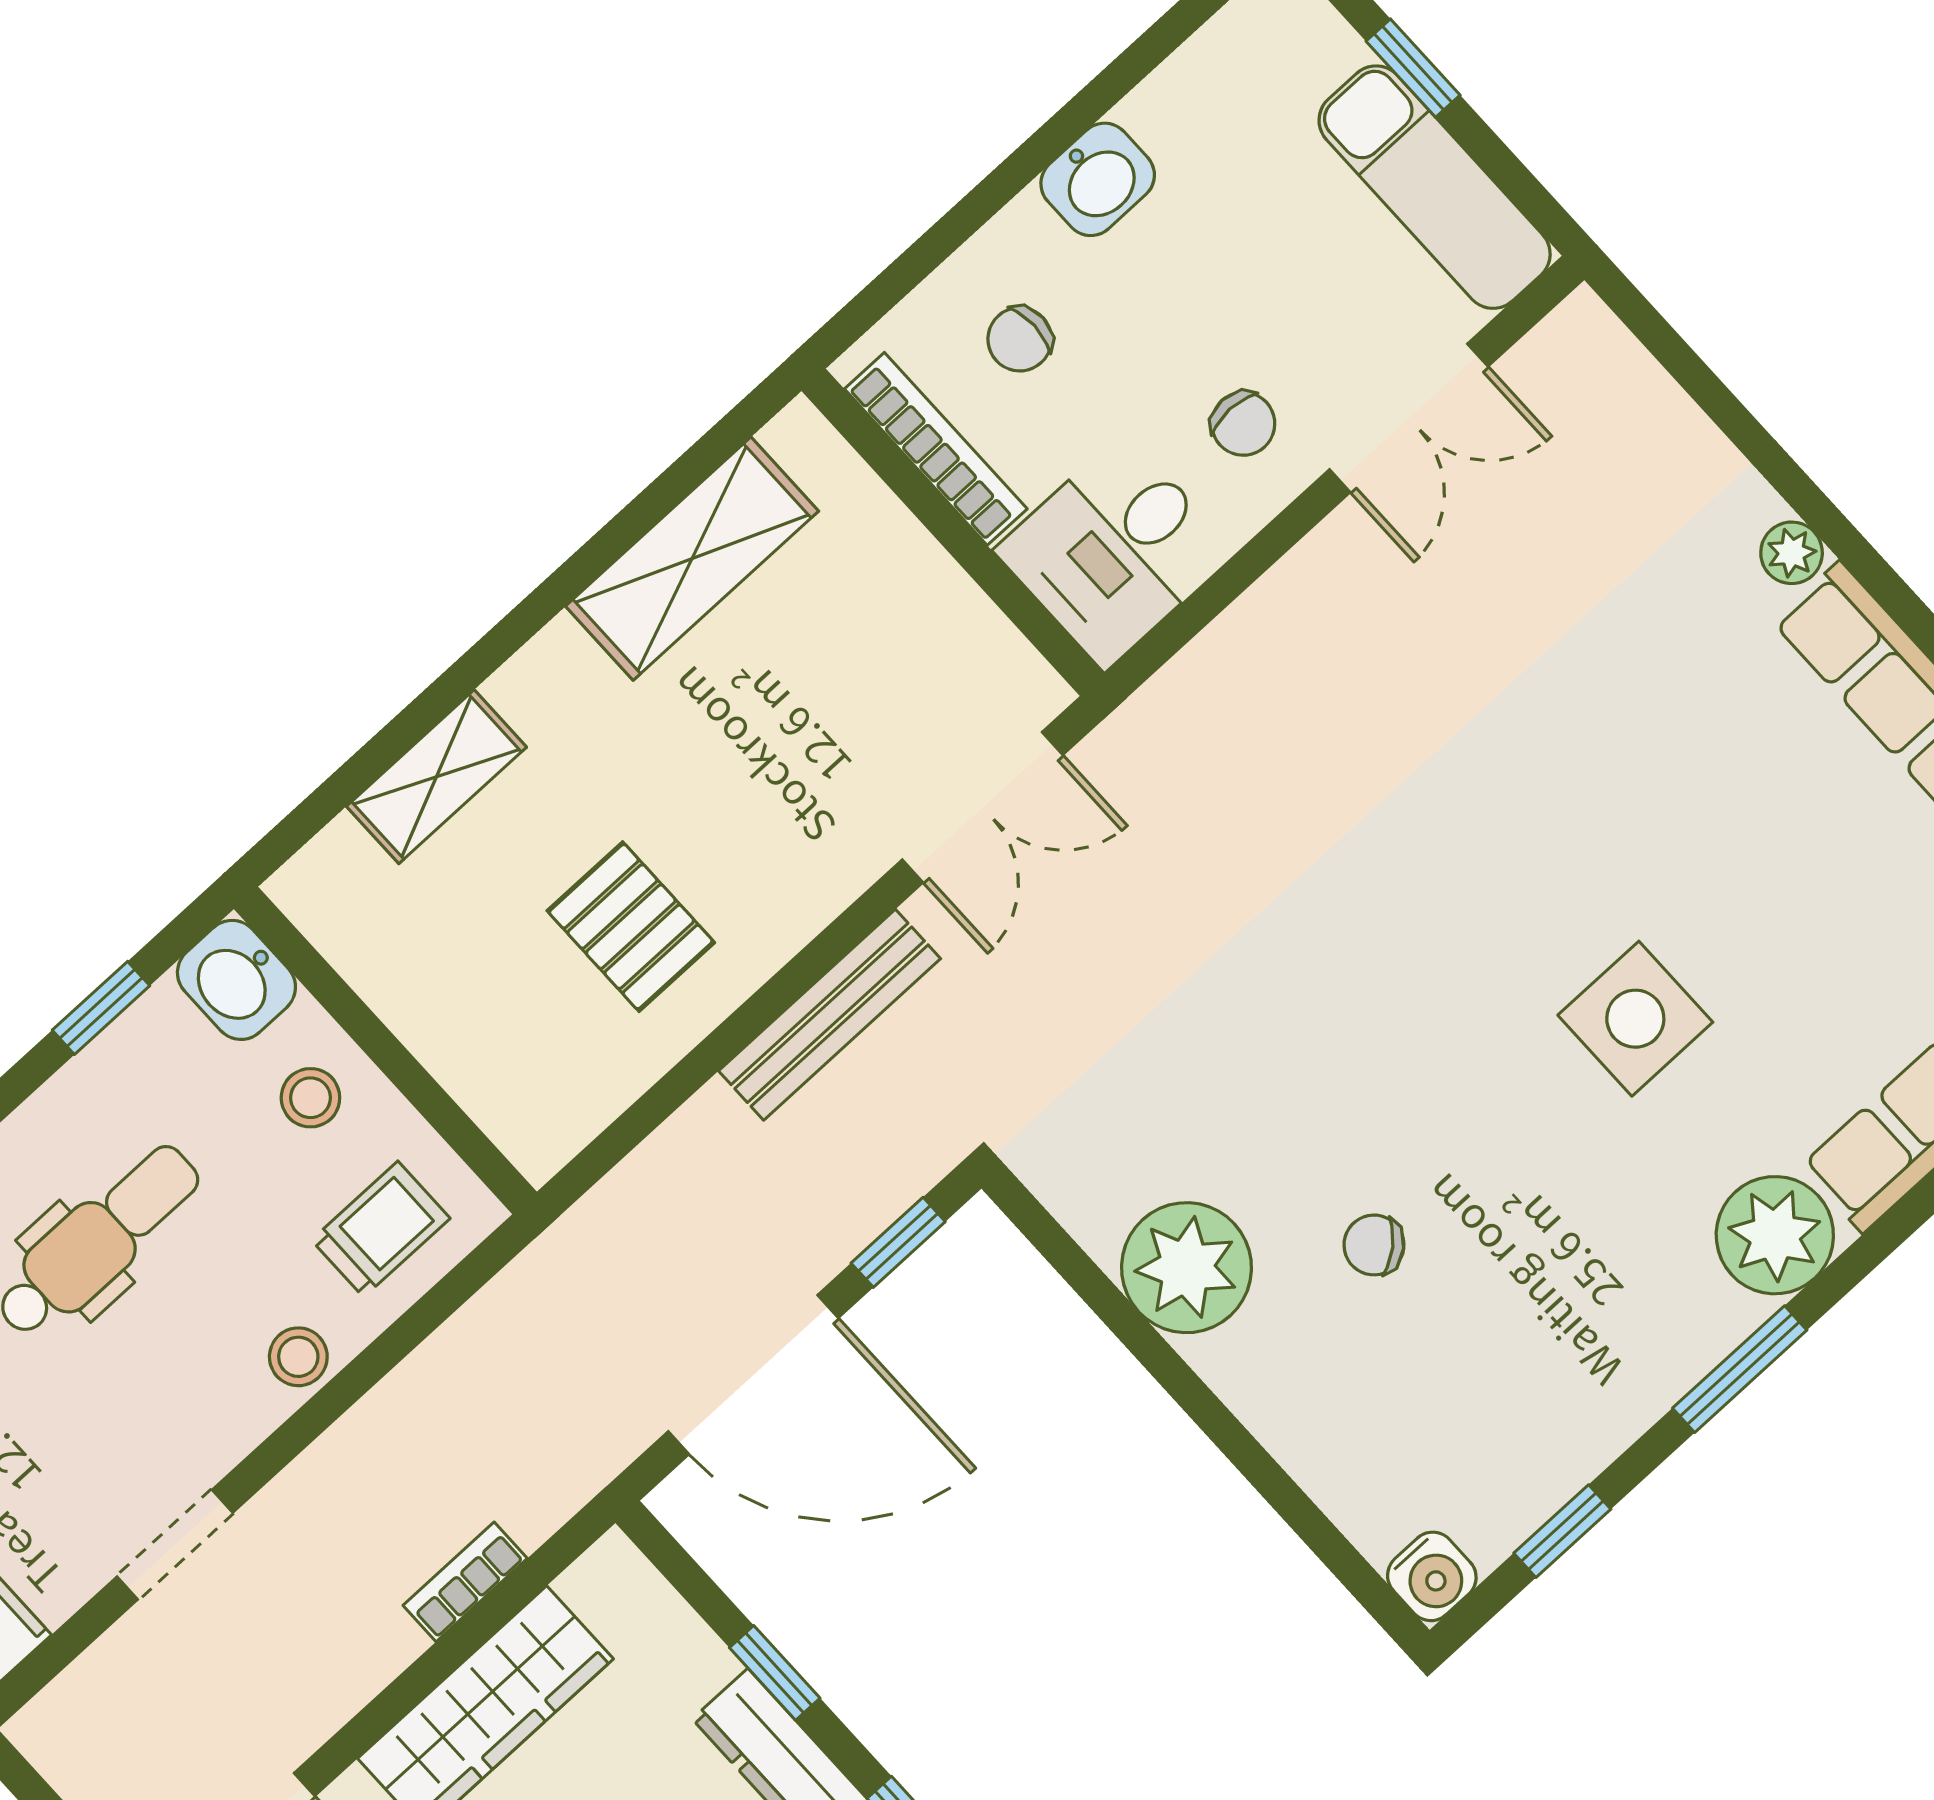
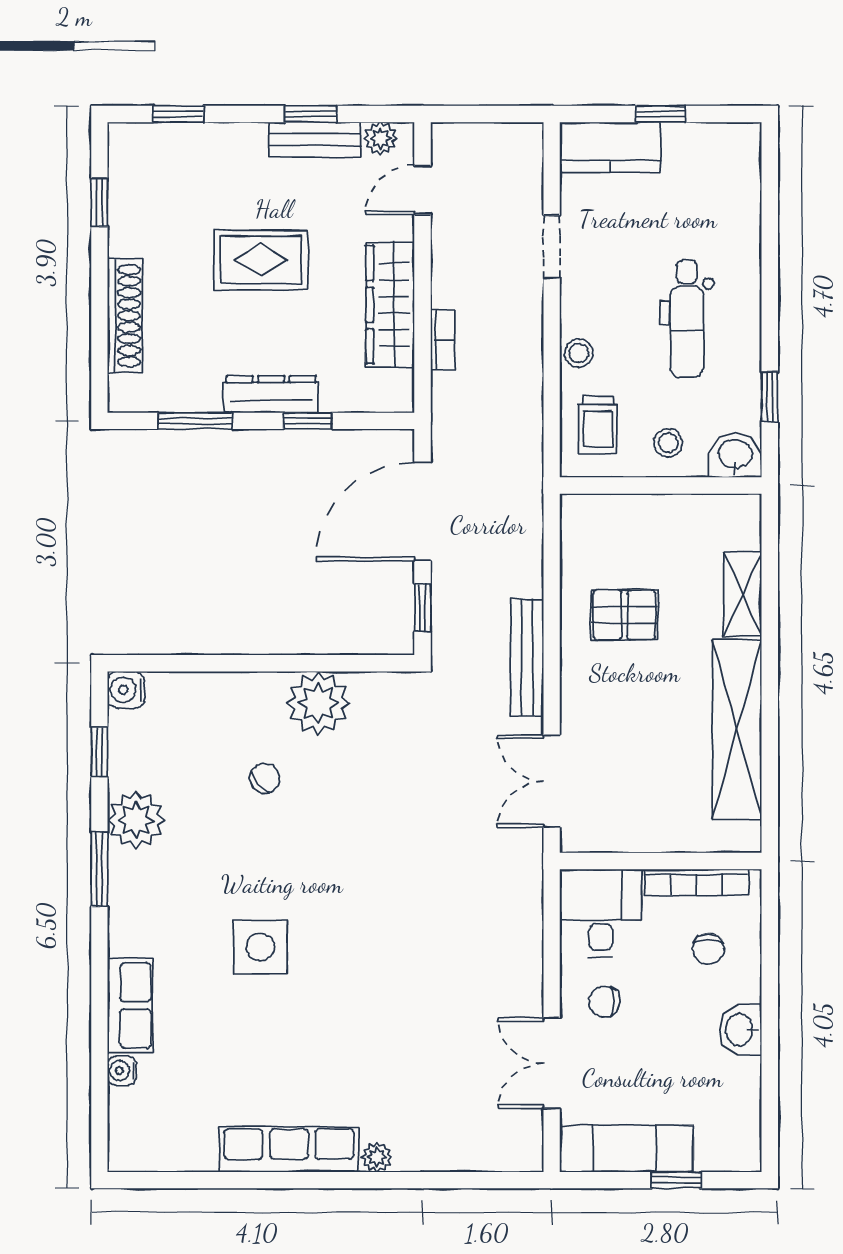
chair: (1020, 339) -> (708, 949), turned 180
shelving: (692, 559) -> (737, 730), width x1.47
plant: (1775, 1235) -> (136, 820), moved

